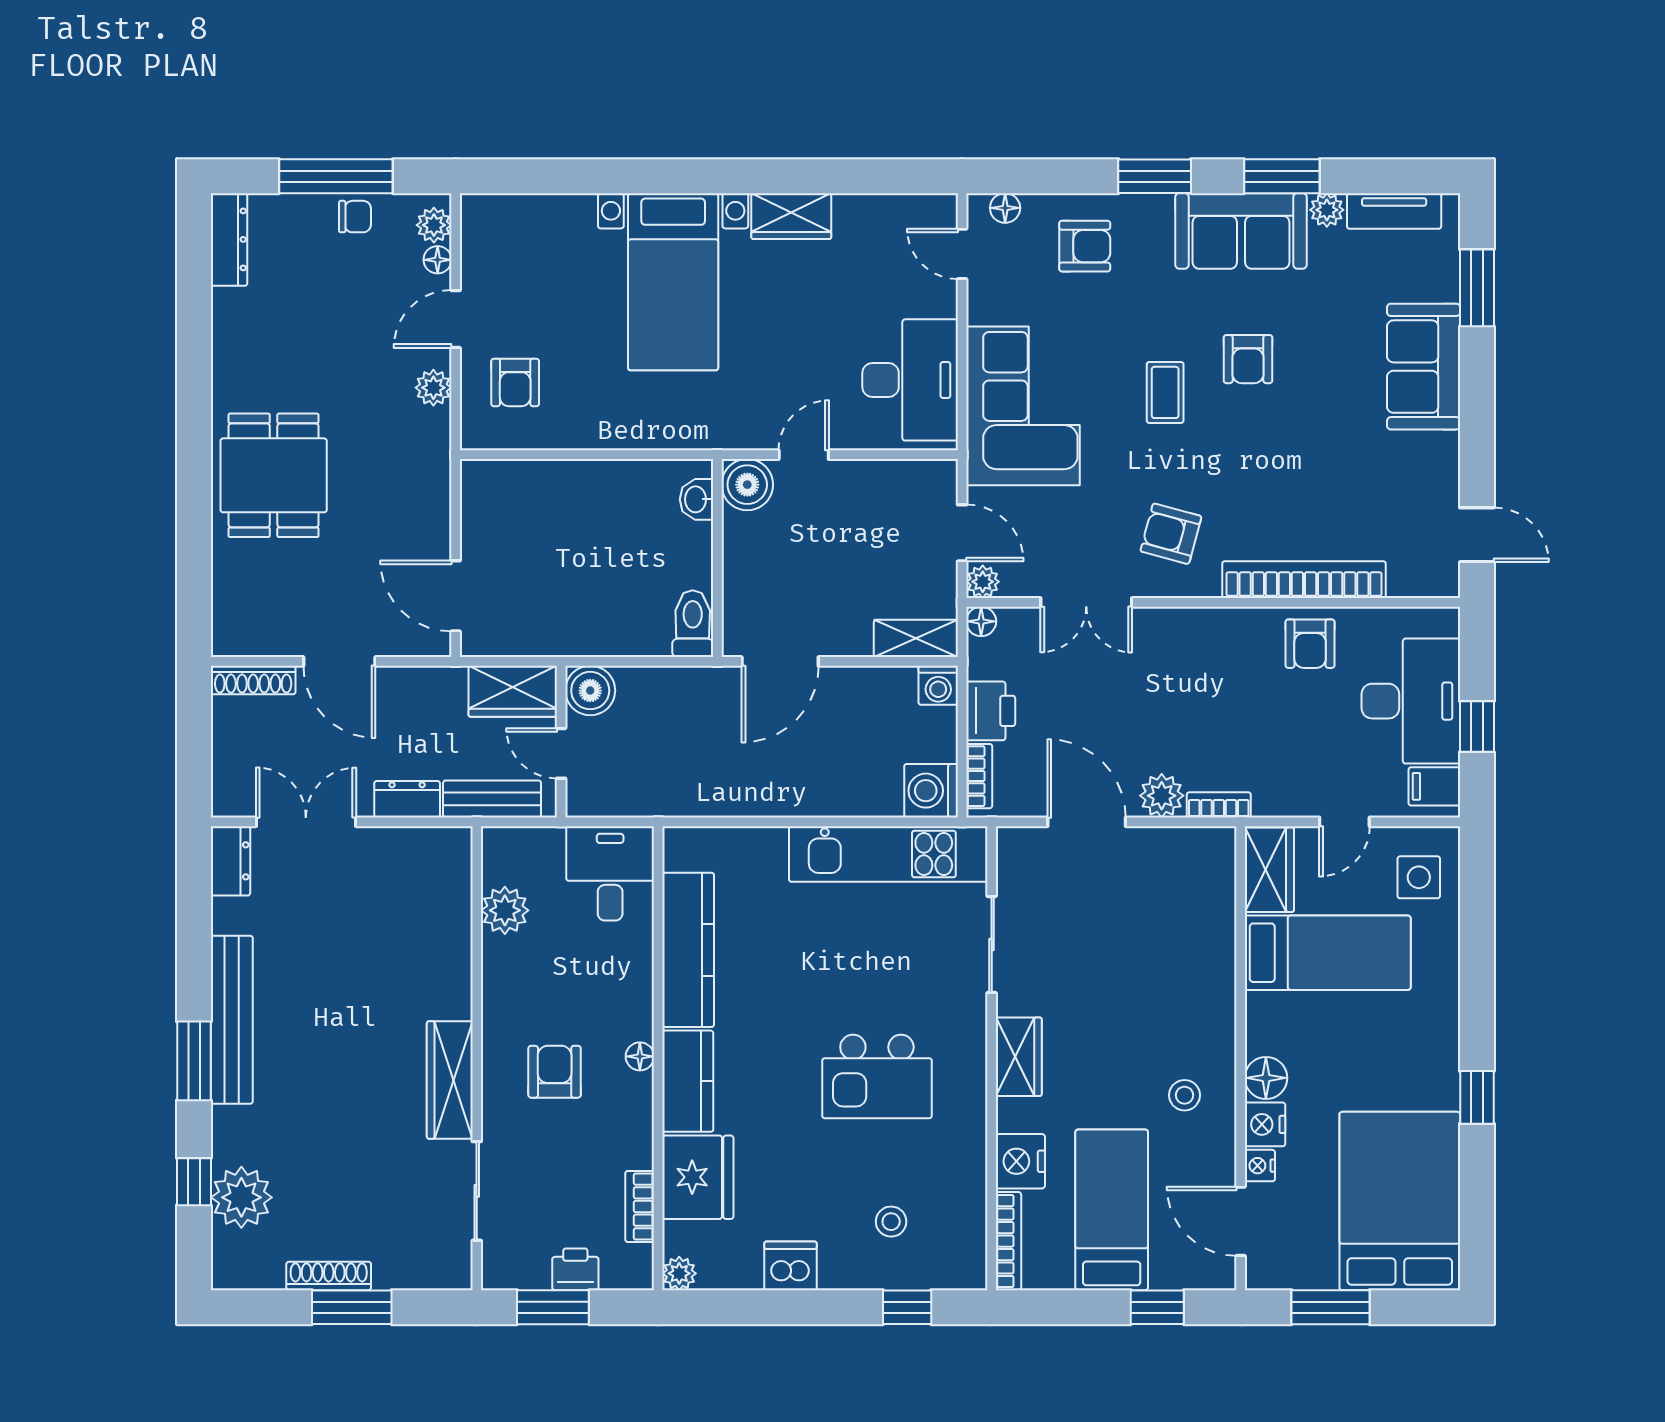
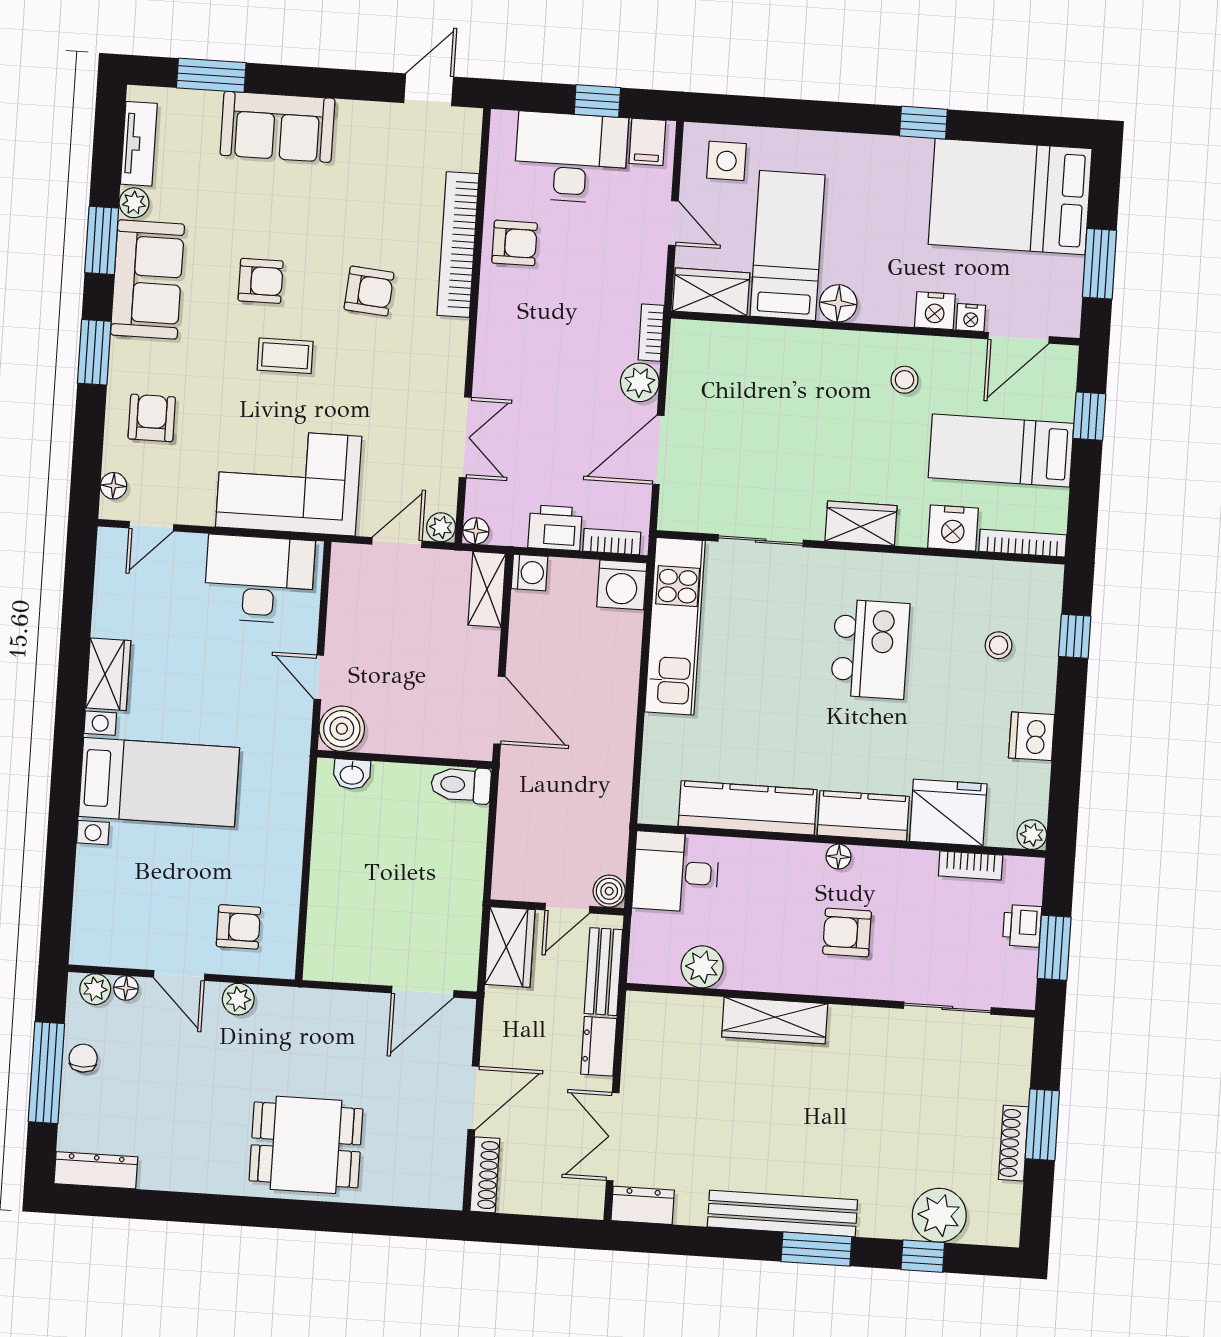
armchair: (1171, 534) -> (369, 291), moved, turned -100
boiler: (590, 691) -> (609, 891), moved, width x0.73, depth x0.73
floor lamp: (1266, 1078) -> (838, 303), moved
wardrobe: (450, 1080) -> (775, 1020), moved

